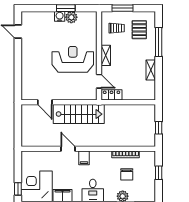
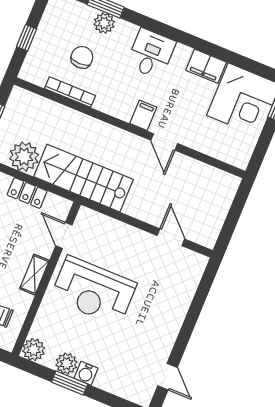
plant: (91, 18) -> (34, 350), added
locker: (112, 95) -> (27, 193), moved
plant: (135, 113) -> (24, 157), added
stairs: (79, 114) -> (83, 178), moved

